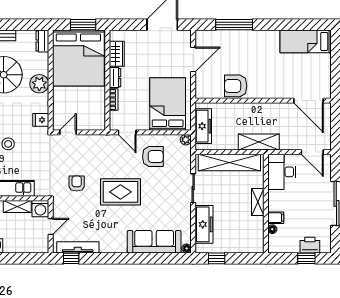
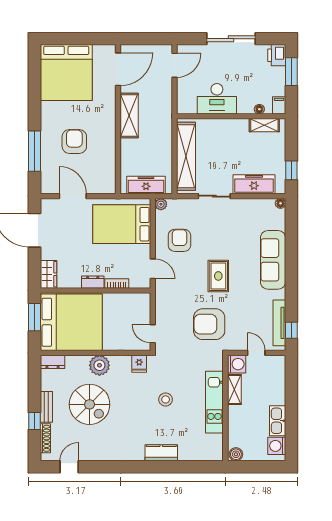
bed: (306, 41) -> (66, 73), width x2.04
wardrobe: (117, 54) -> (48, 274), moved, turned 90
armchair: (236, 86) -> (74, 142), moved, turned 180
door: (127, 132) -> (153, 269), hinge flipped
shelving: (259, 142) -> (129, 116), moved
desk: (282, 172) -> (217, 99), moved
armchair: (77, 184) -> (209, 324), width x1.88, depth x1.88
rug: (120, 192) -> (218, 276), width x0.73, depth x0.70
shelving: (258, 202) -> (264, 125), moved
filing cabinet: (276, 218) -> (279, 105), moved
sofa: (154, 242) -> (273, 260), moved
printer: (310, 245) -> (277, 55), moved
window: (306, 258) -> (291, 72), width x1.50

